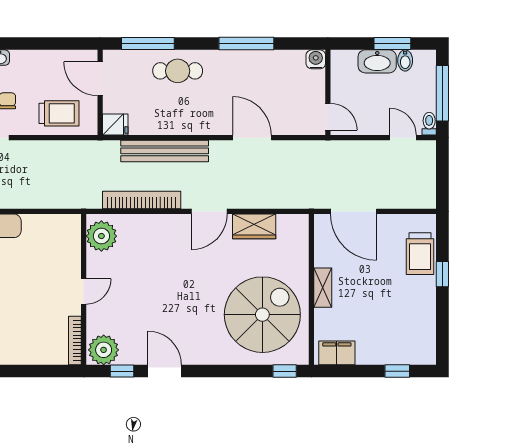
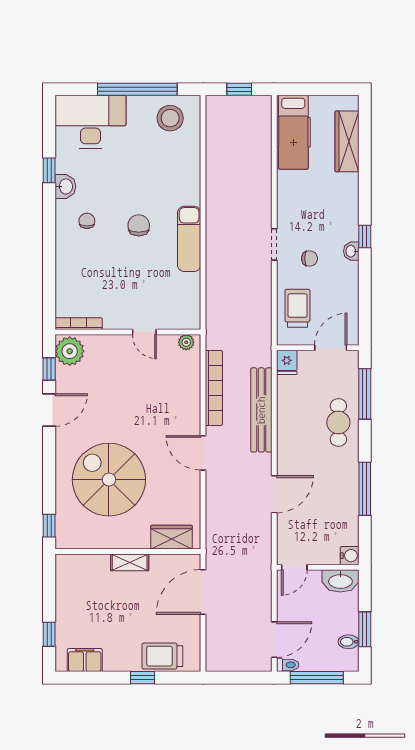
washbasin: (377, 61) -> (340, 581), moved, turned -90
trolley: (59, 113) -> (297, 308), turned 180
door: (403, 138) -> (274, 640), width x1.38
wardrobe: (254, 226) -> (171, 537), moved, turned 90
plant: (101, 236) -> (186, 342), width x0.53, depth x0.53
door: (84, 292) -> (144, 332), moved
spiral stairs: (262, 315) -> (109, 480), moved, turned 180
filing cabinet: (337, 353) -> (85, 660), moved, turned -90

